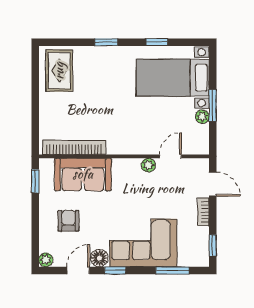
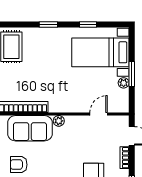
plant: (148, 165) -> (59, 121), moved
armchair: (69, 221) -> (19, 165), turned -90

